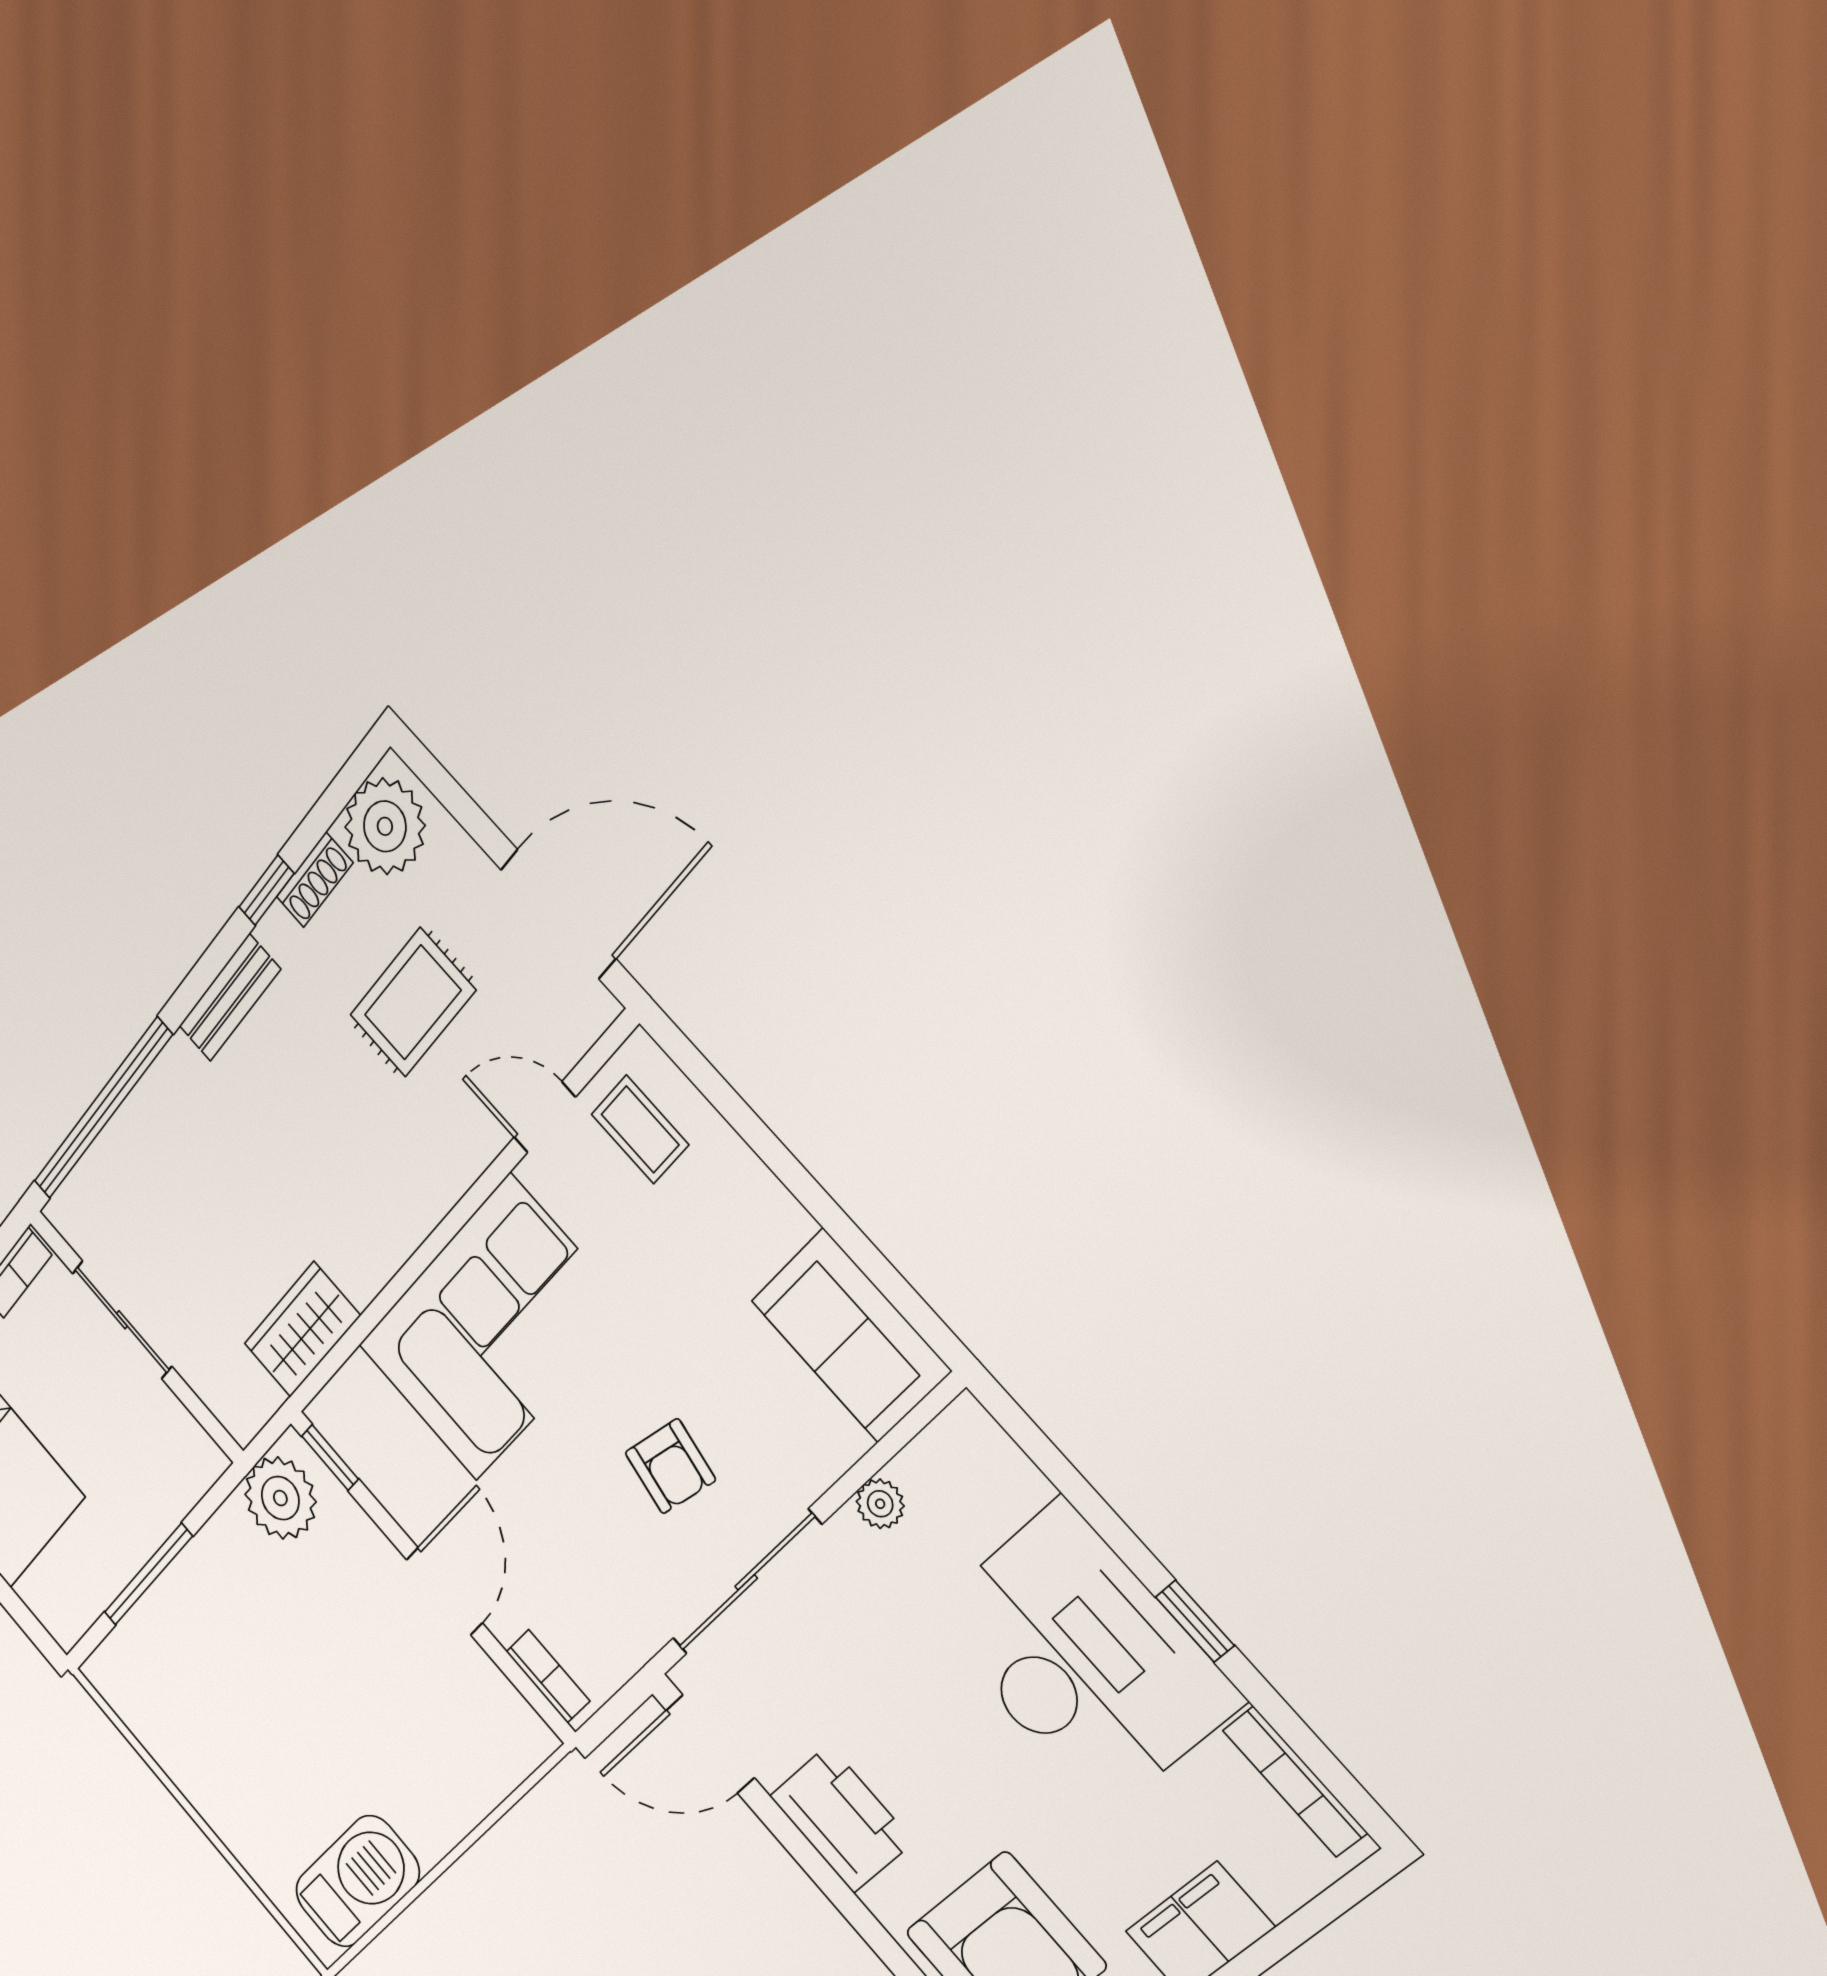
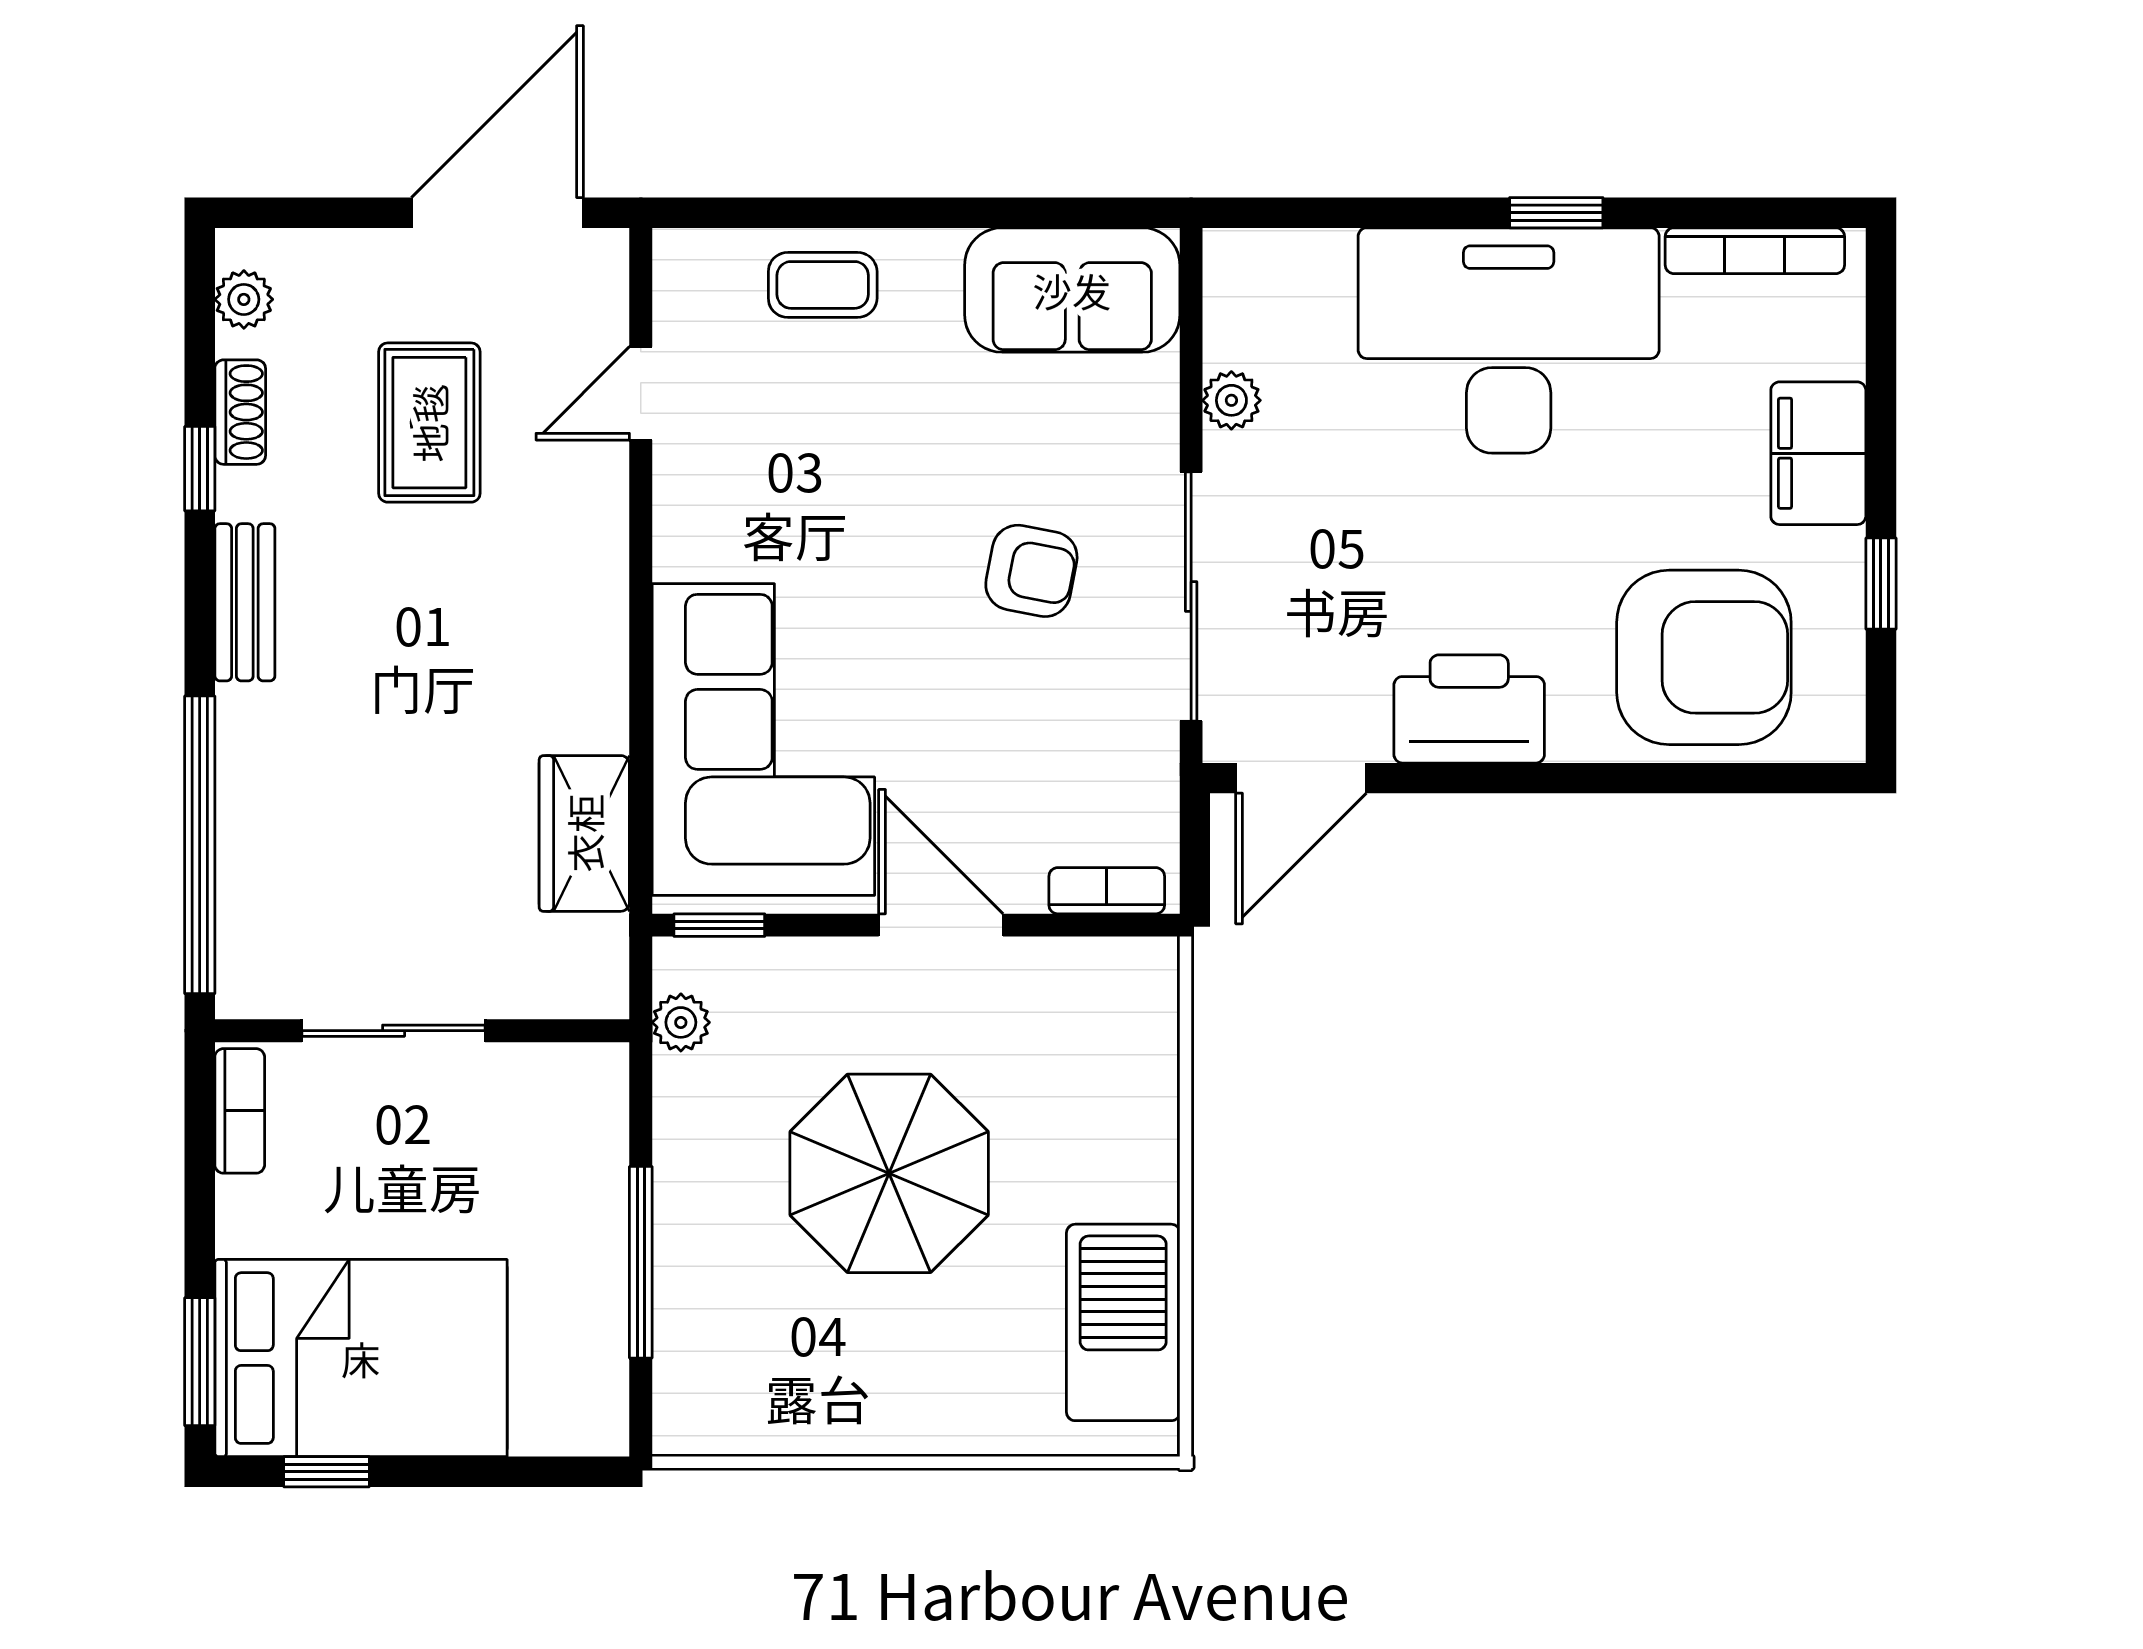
plant: (385, 826) -> (244, 299), width x0.53, depth x0.53
coffee table: (640, 1129) -> (823, 285), moved
corner sofa: (493, 1329) -> (763, 740), moved
plant: (280, 1498) -> (681, 1022), width x0.53, depth x0.53
parasol: (306, 1678) -> (889, 1173), added

